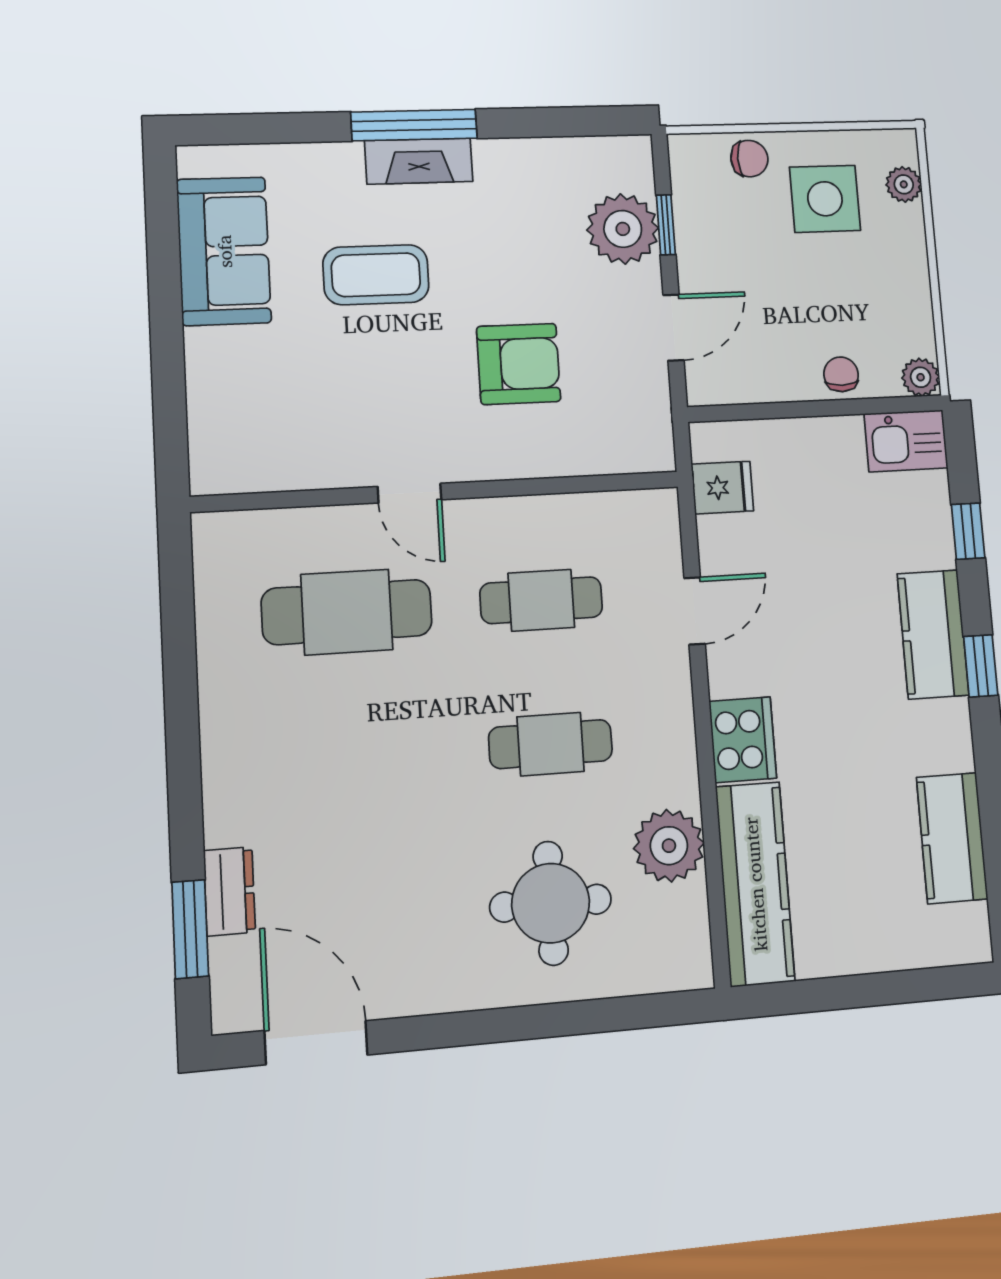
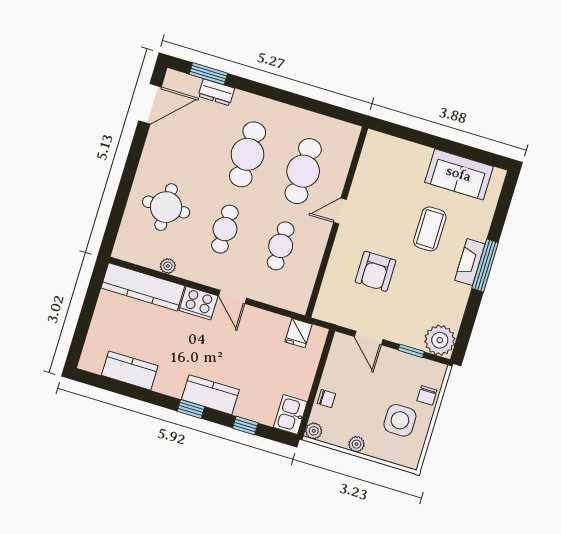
plant: (904, 184) -> (356, 444), moved
plant: (623, 229) -> (440, 340), moved
door: (695, 611) -> (233, 297), moved
cafe table: (354, 758) -> (248, 154), added
plant: (669, 846) -> (168, 266), width x0.53, depth x0.53

